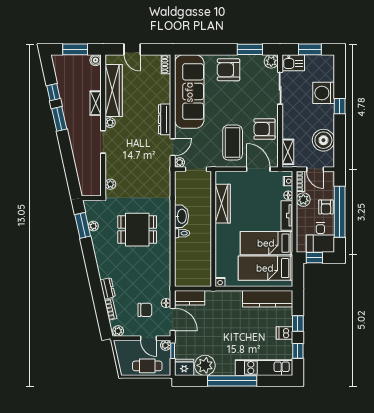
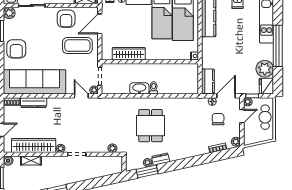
shelving: (96, 103) -> (31, 161), moved
dresser: (165, 119) -> (34, 103), moved
dresser: (108, 288) -> (161, 159), moved

